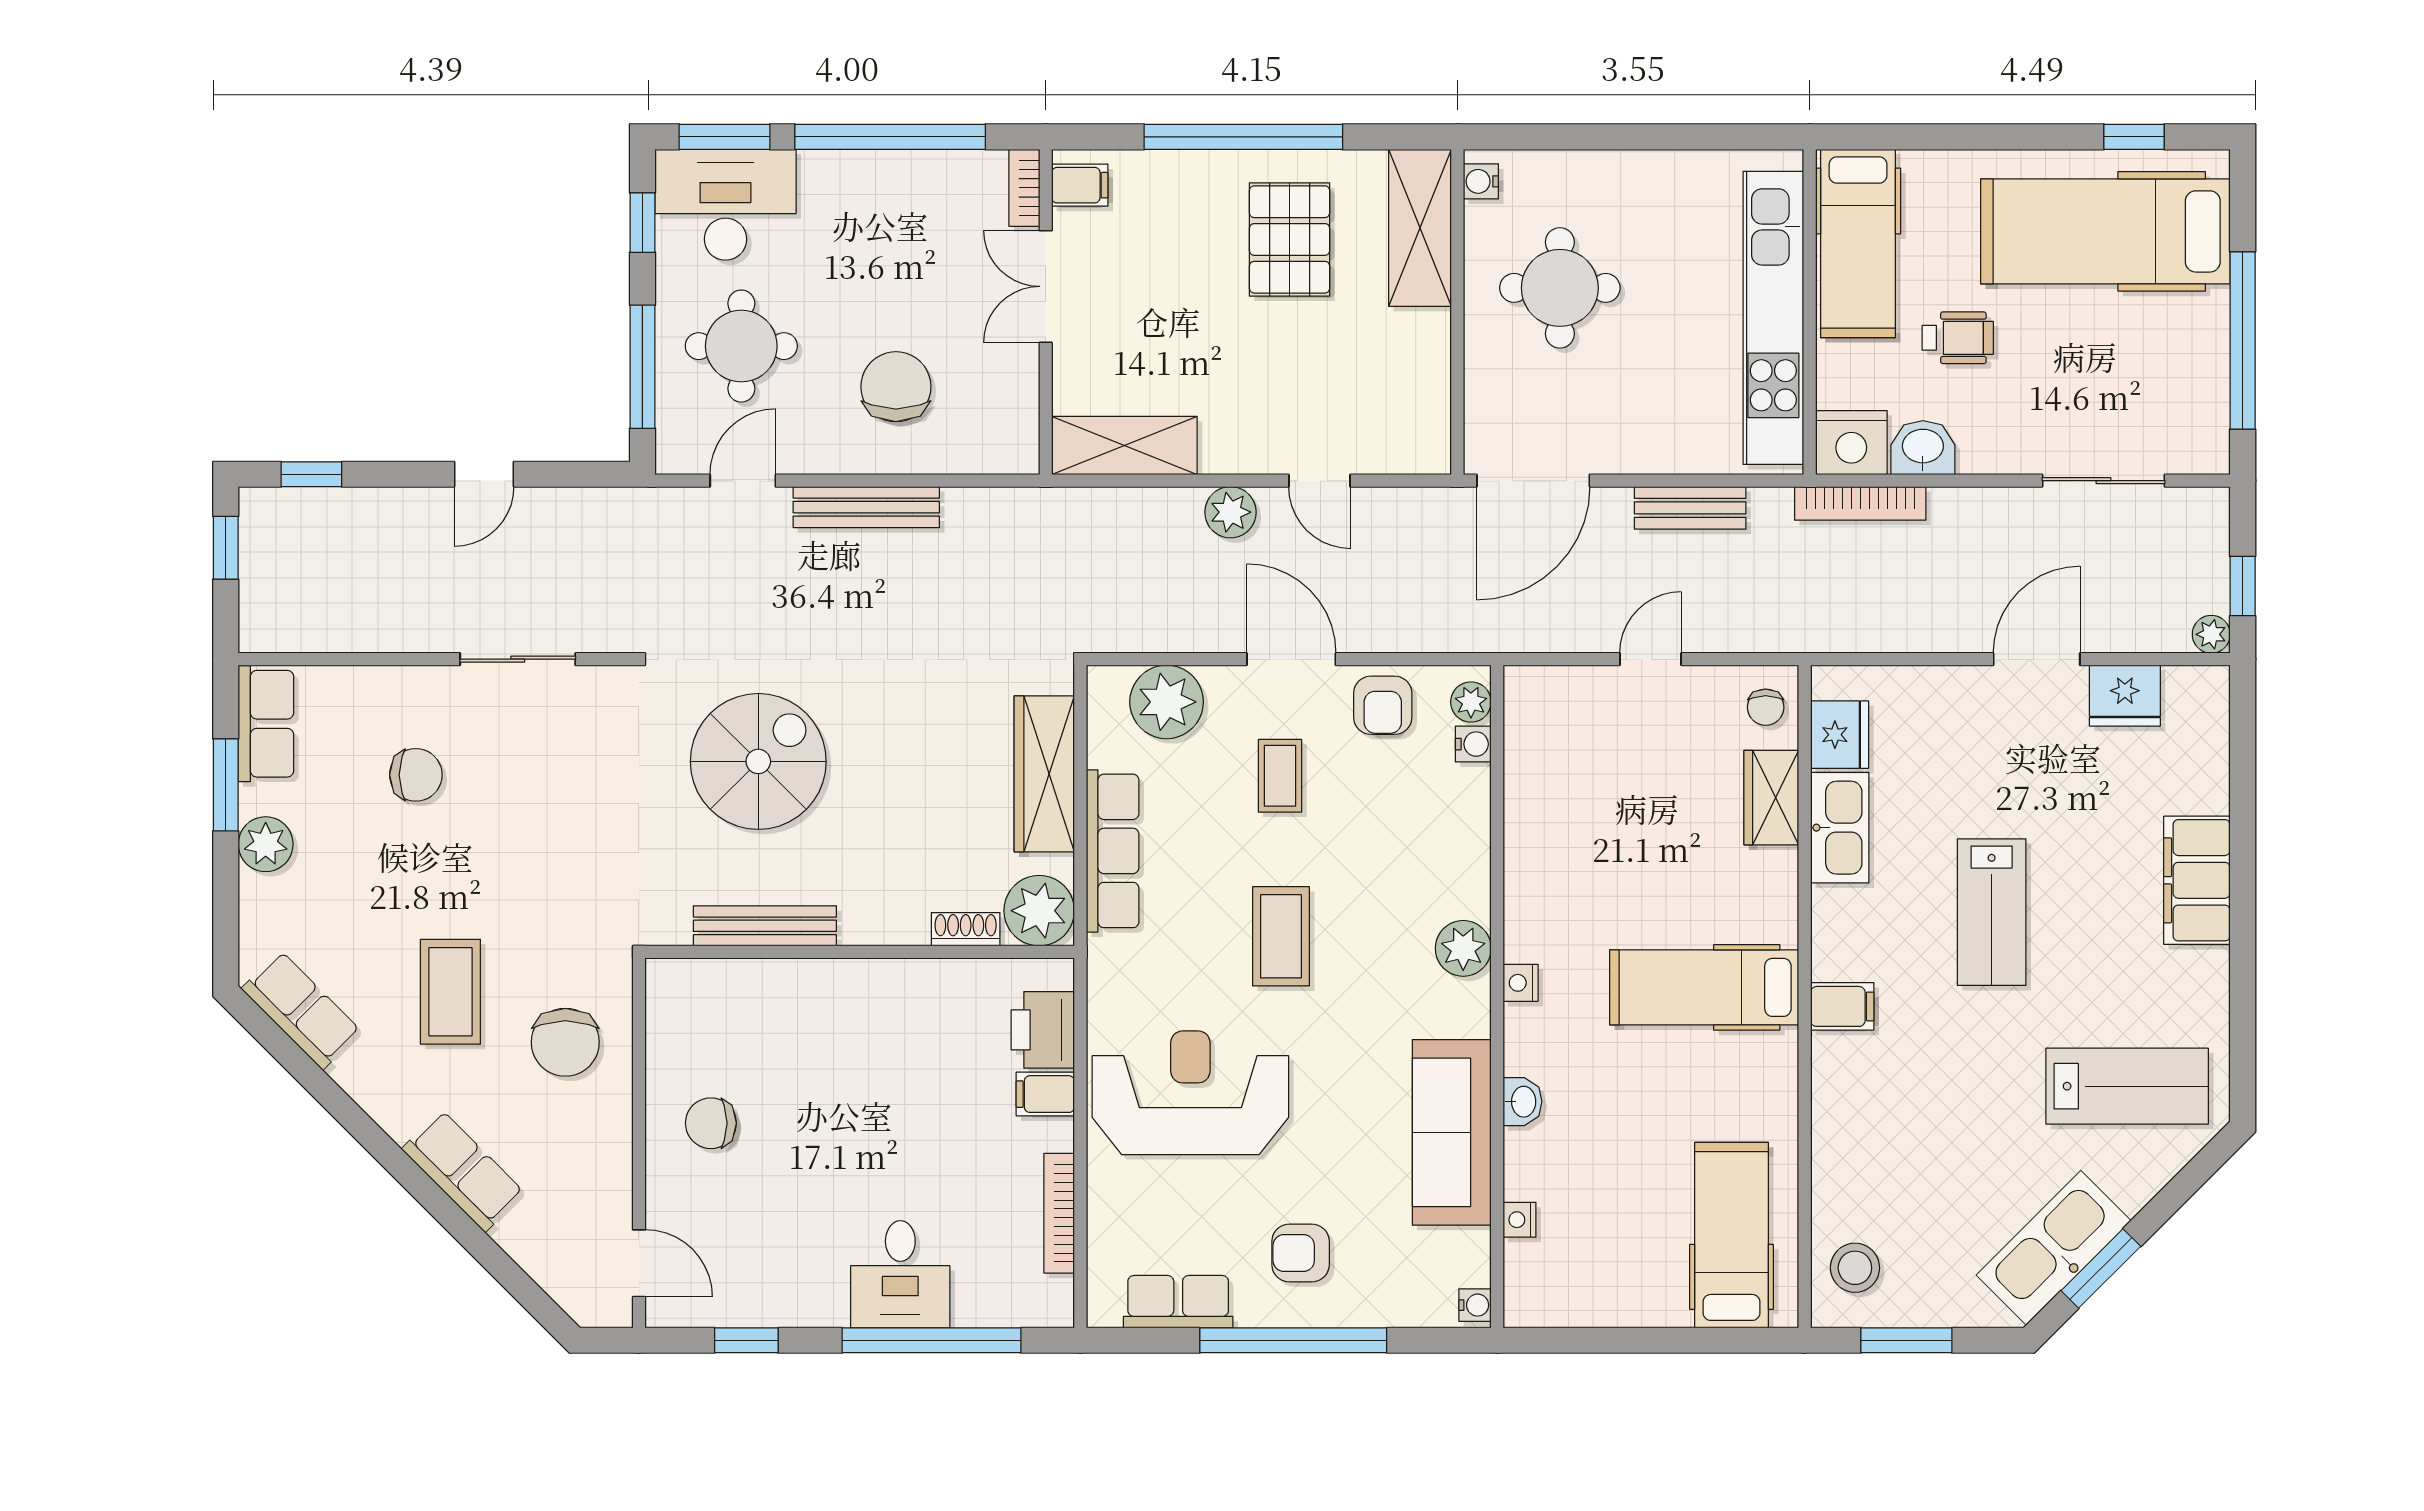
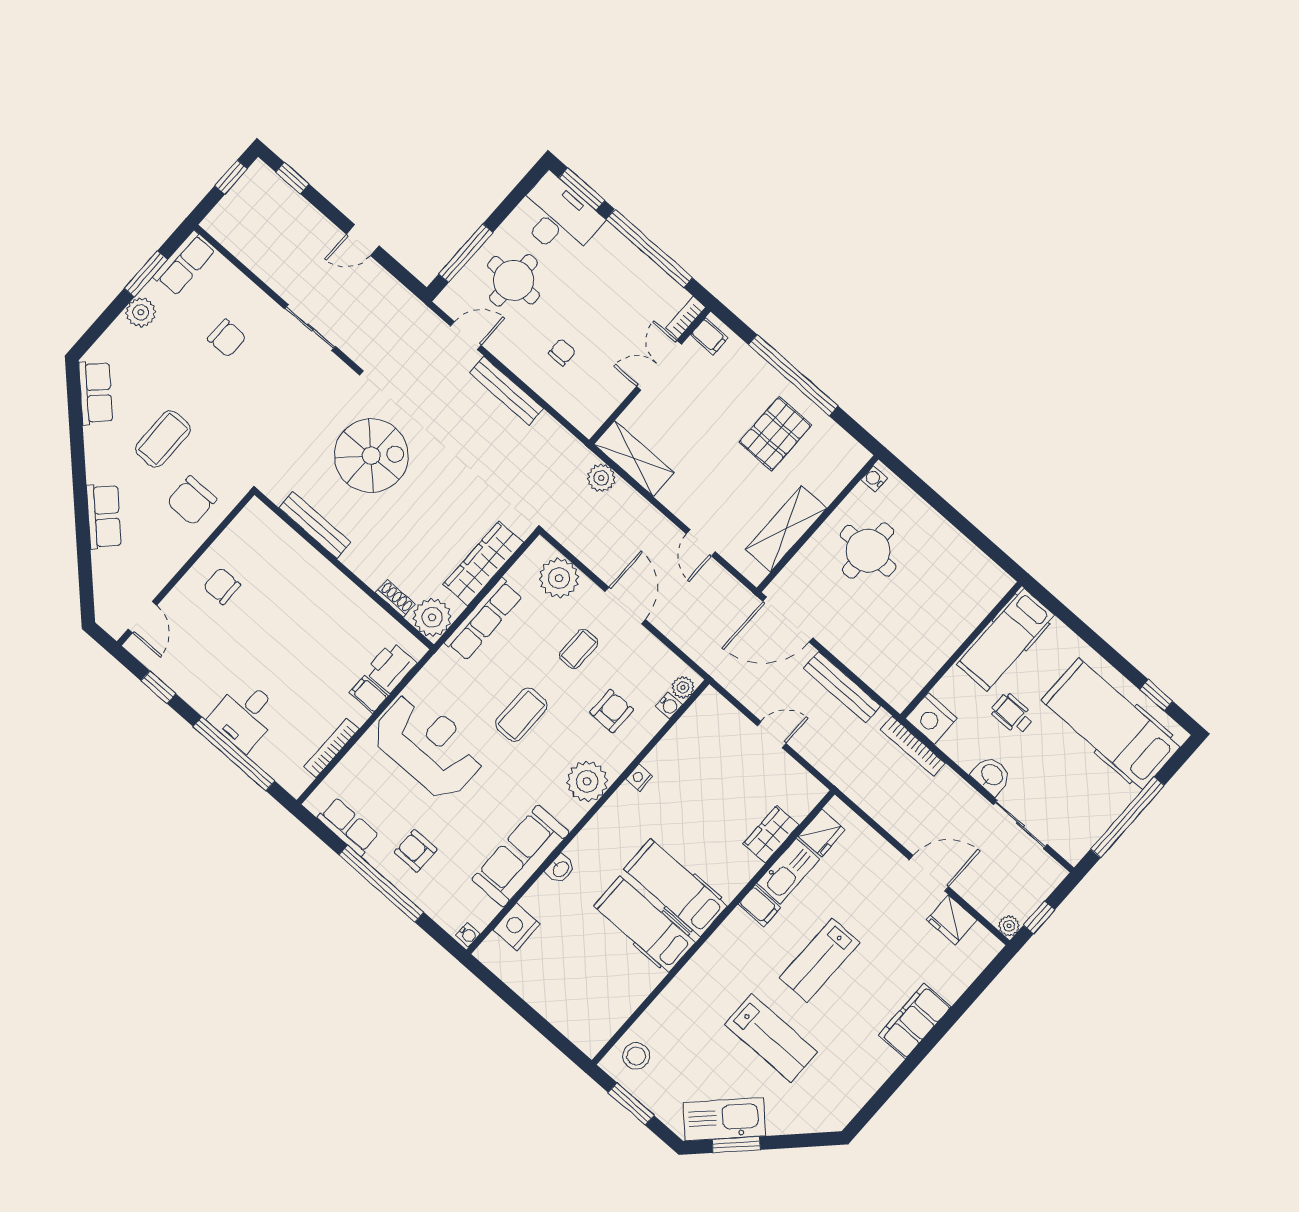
window: (642, 223) -> (518, 194), removed
shelving: (1420, 228) -> (786, 529), moved
kitchen unit: (1773, 318) -> (944, 640), removed
wheelchair: (1958, 338) -> (1012, 714), turned 180
chair: (896, 387) -> (562, 352), width x0.54, depth x0.54
washbasin: (1923, 448) -> (992, 775), moved
bench: (1690, 508) -> (842, 687), width x1.36
plant: (1230, 512) -> (601, 478), moved
armchair: (1383, 705) -> (612, 711), moved, turned 180
chair: (1766, 707) -> (801, 795), removed
plant: (1463, 948) -> (587, 781), width x1.36, depth x1.36
nightstand: (1521, 983) -> (639, 778), moved
filing cabinet: (1842, 1006) -> (759, 906), moved
lab bench: (2127, 1086) -> (771, 1038), moved
nightstand: (1519, 1220) -> (517, 927), width x1.89, depth x1.79
hospital bed: (1731, 1235) -> (644, 924), moved, turned -90

